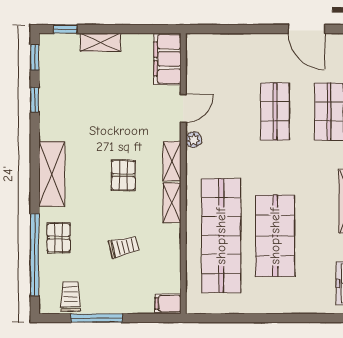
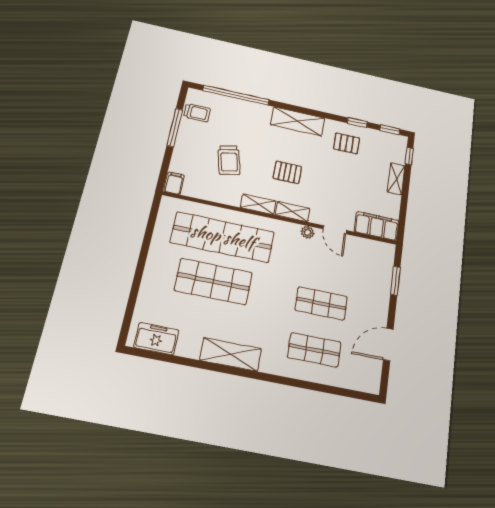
window: (230, 29) -> (395, 281), added
pallet: (59, 238) -> (346, 143), moved
trolley: (124, 247) -> (229, 160), width x1.36, depth x1.39

